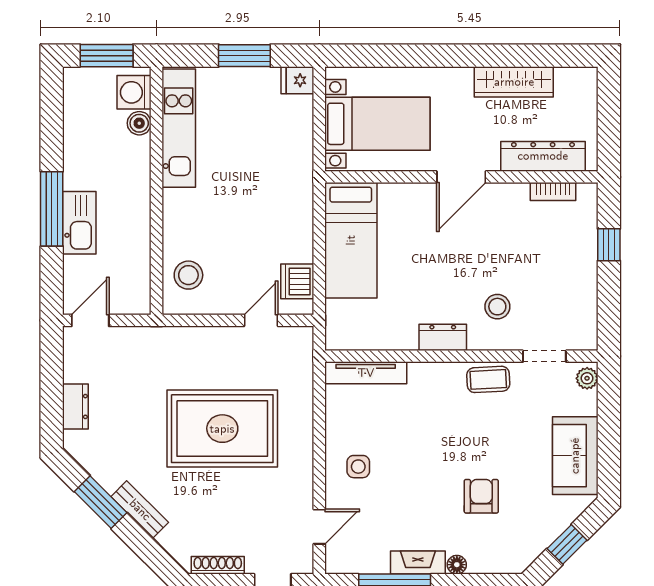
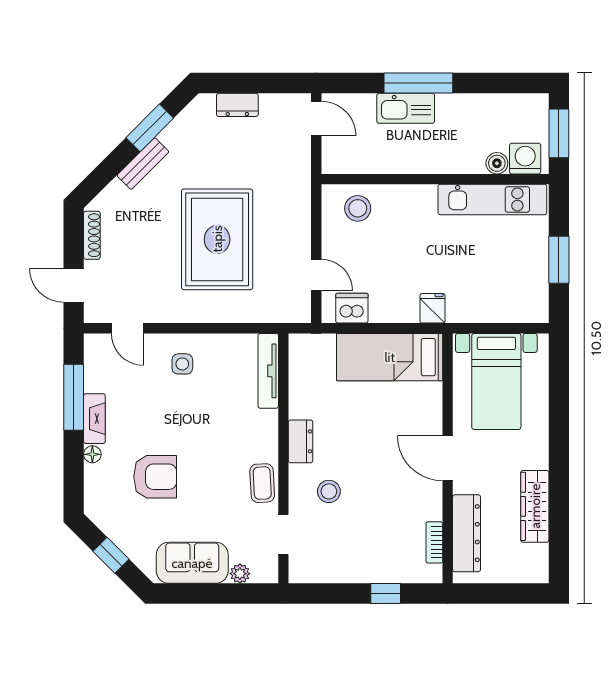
fridge: (297, 80) -> (433, 308), moved
plant: (587, 378) -> (240, 574), moved
armchair: (481, 496) -> (155, 477), width x1.38, depth x1.38

